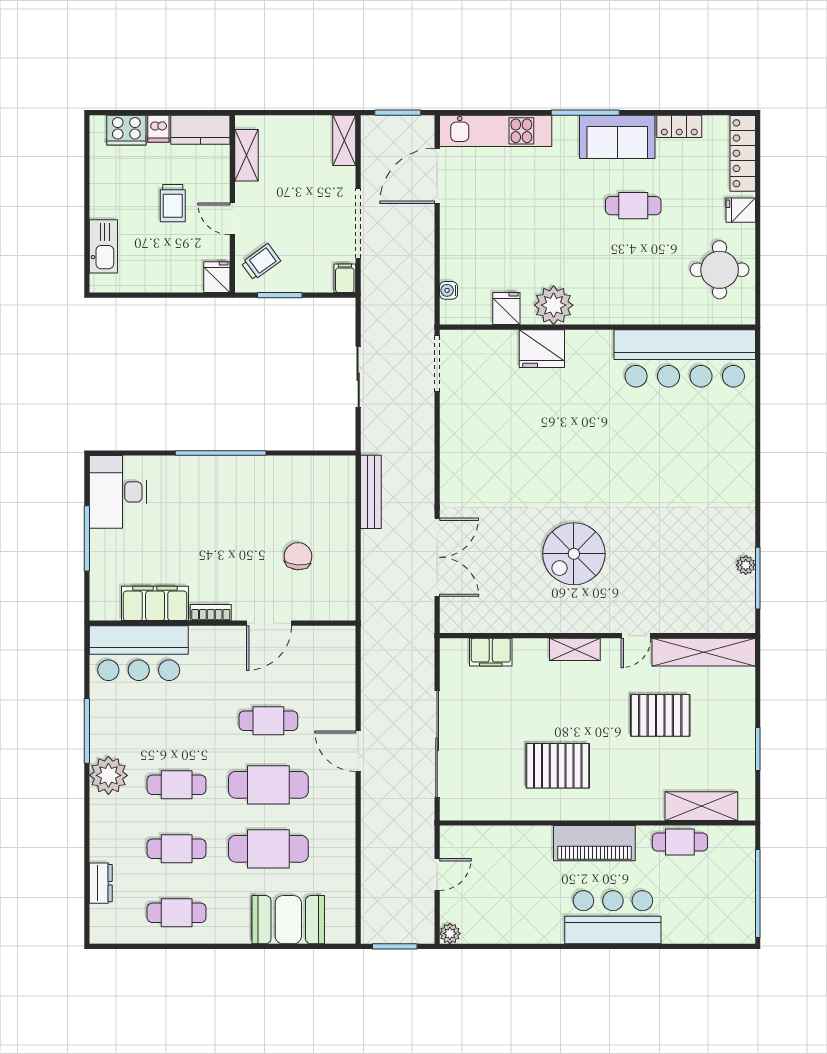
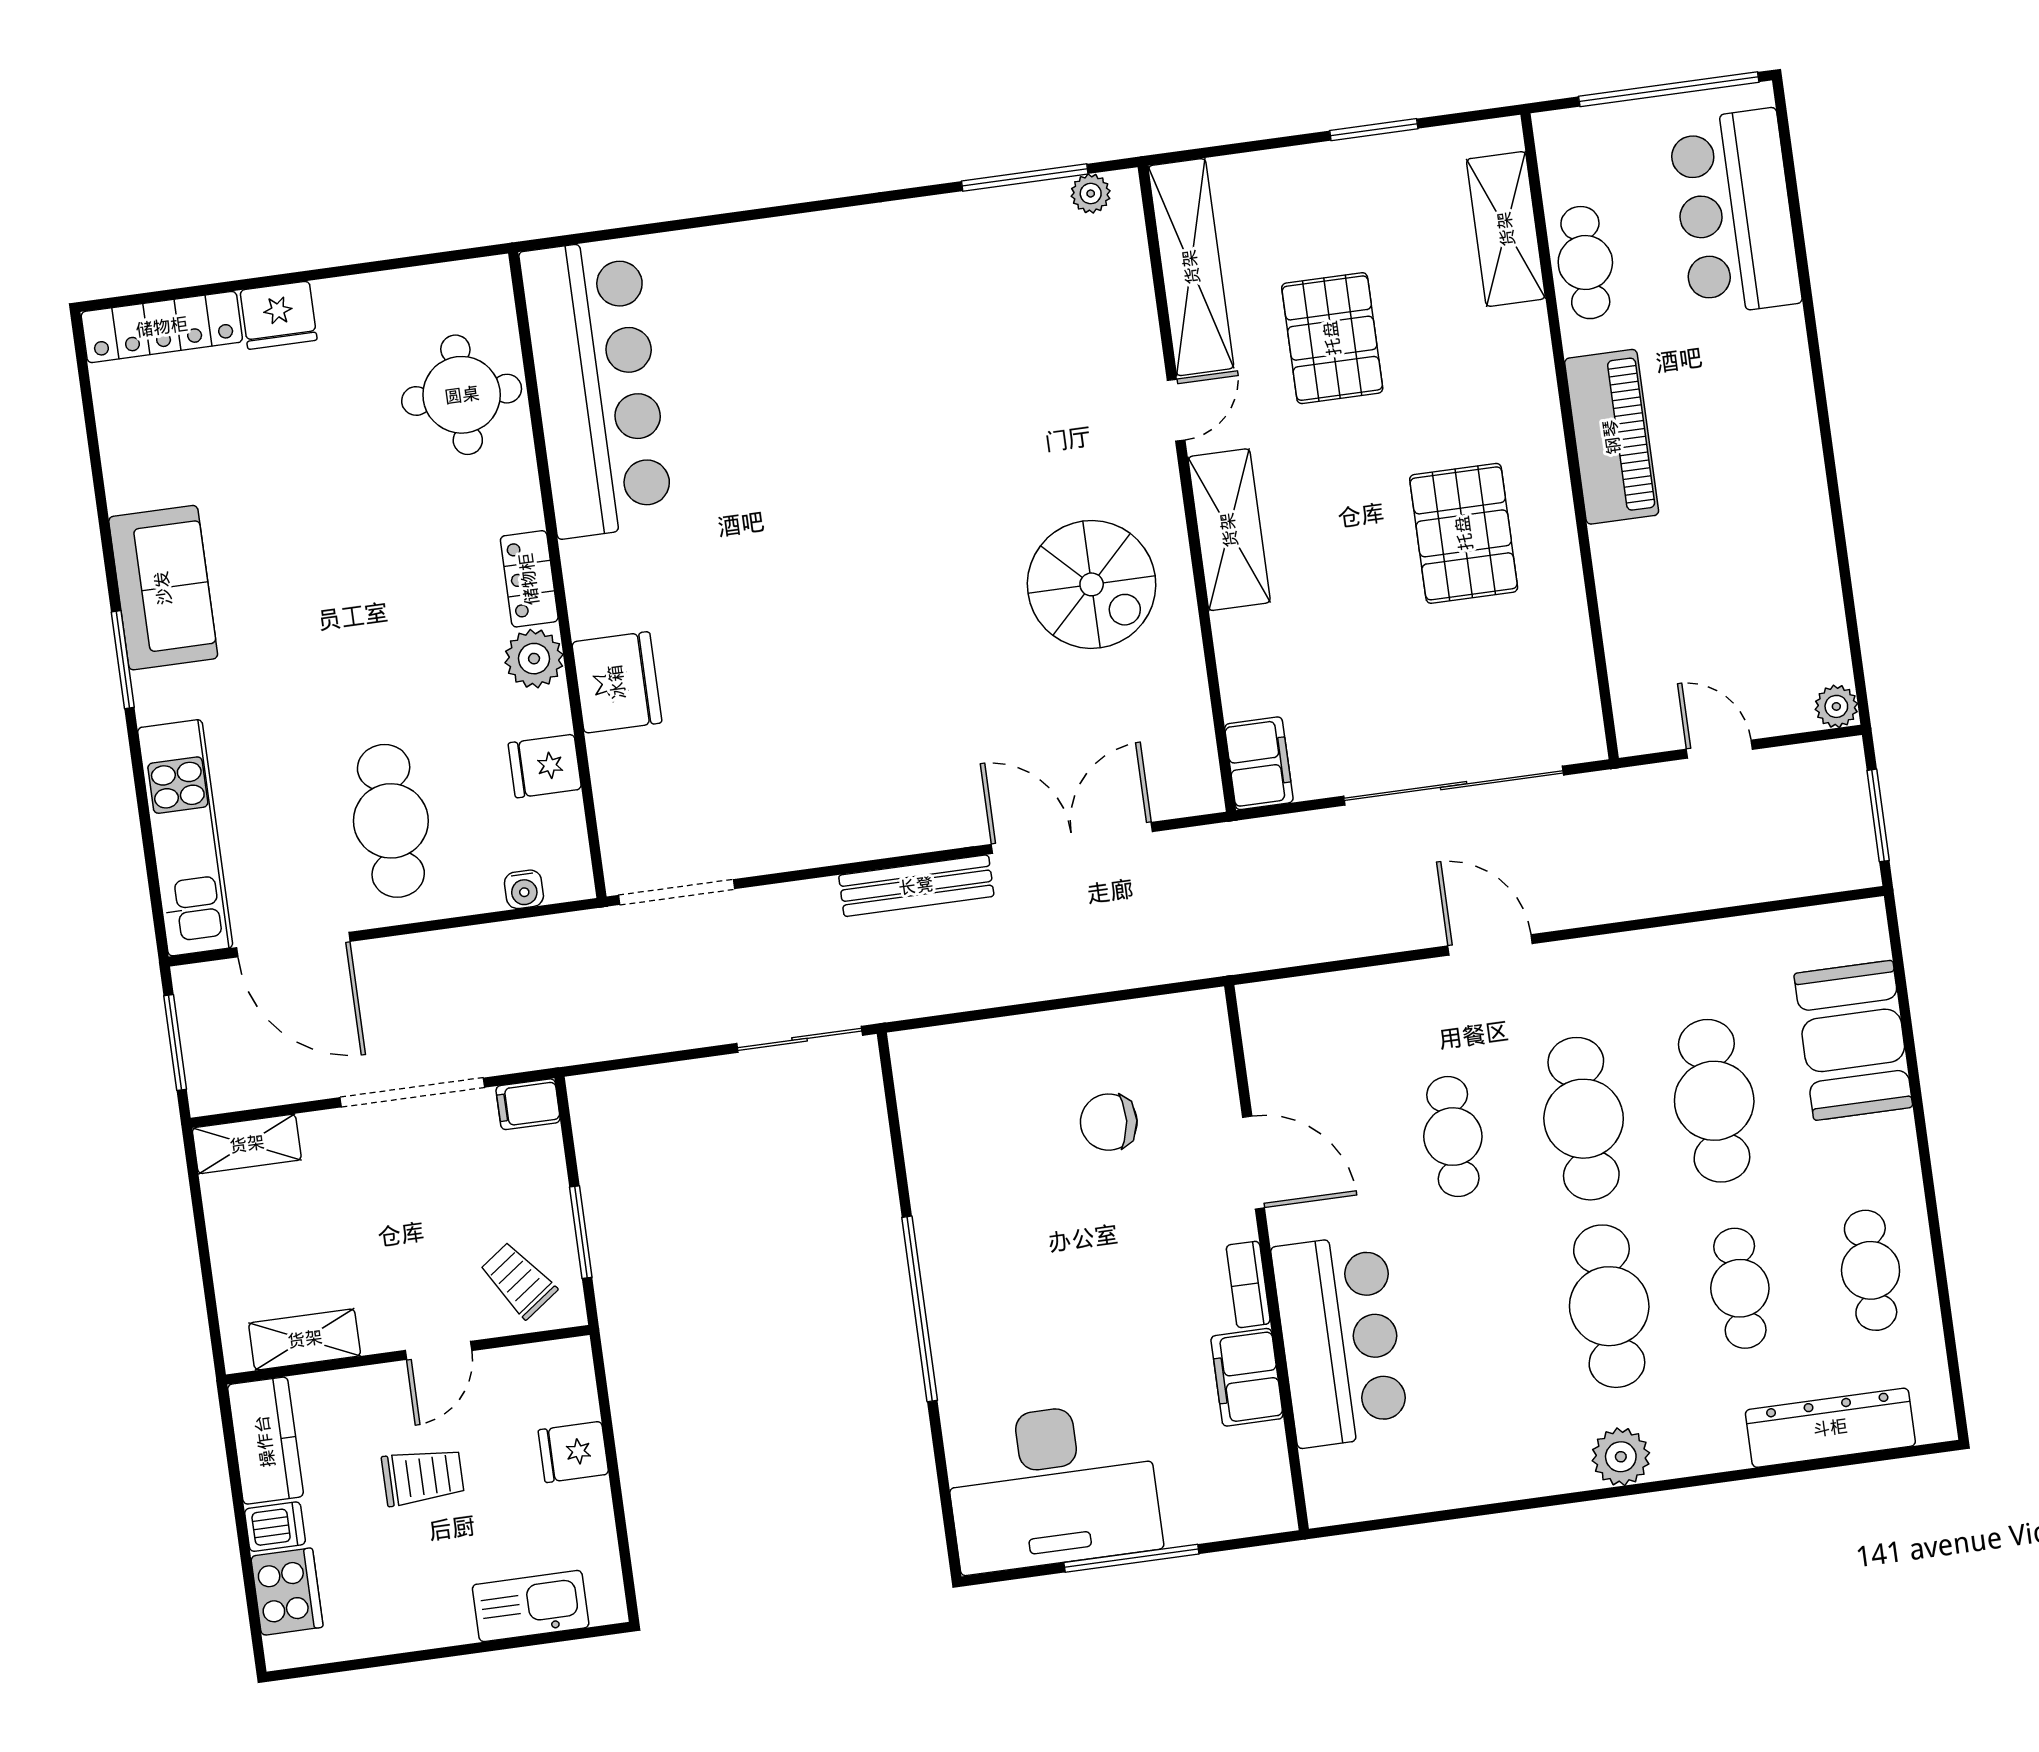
window: (585, 113) -> (123, 660), width x0.69
locker: (679, 126) -> (529, 579), moved, turned 180
cafe table: (633, 206) -> (391, 821), moved, width x1.37, depth x1.35
fridge: (741, 210) -> (279, 315), width x1.38
round table: (720, 270) -> (462, 395), moved
fridge: (217, 277) -> (573, 1452), moved
plant: (554, 305) -> (534, 659), width x0.73, depth x0.73
sliding door: (358, 377) -> (800, 1039), moved
desk: (118, 492) -> (1052, 1487), width x1.36, depth x1.30
bench: (371, 492) -> (916, 886), moved
spiral stairs: (574, 554) -> (1092, 584), moved
plant: (746, 565) -> (1091, 194), moved
filing cabinet: (155, 603) -> (1247, 1377), width x0.67, depth x0.86
door: (636, 636) -> (1176, 410), hinge flipped
shelving: (575, 649) -> (1229, 530), width x1.50, depth x1.33
filing cabinet: (491, 652) -> (1259, 763), moved
bar counter: (139, 653) -> (1340, 1341), moved
window: (87, 731) -> (1524, 1504), removed
door: (358, 751) -> (1490, 945), swing flipped
plant: (108, 775) -> (1621, 1457), width x0.73, depth x0.73
cafe table: (177, 785) -> (1609, 1306), width x1.37, depth x1.35
dresser: (101, 883) -> (1830, 1428), width x1.96, depth x1.24
bar counter: (613, 917) -> (1735, 212), moved

